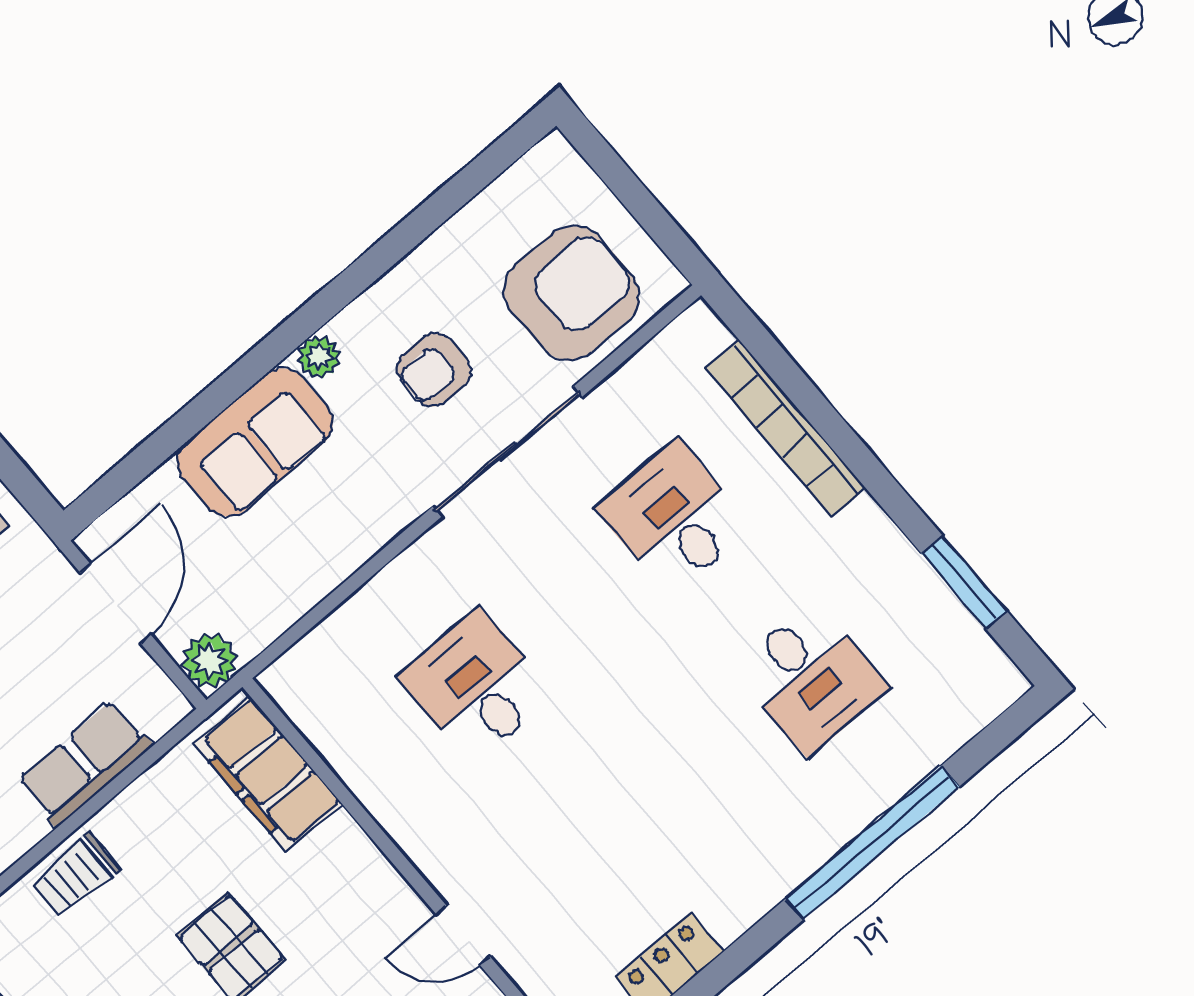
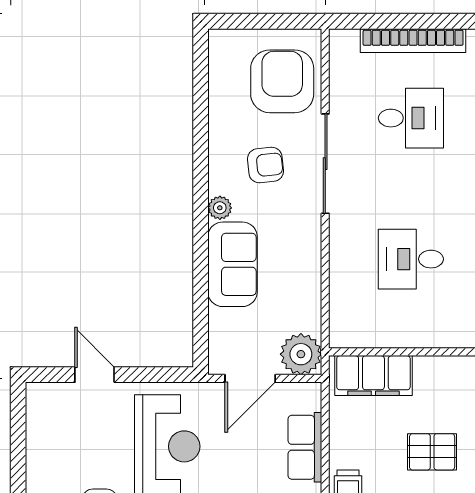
armchair: (434, 370) -> (265, 165), turned -96
desk: (674, 517) -> (411, 118), turned 180
door: (116, 604) -> (250, 378), swing flipped
plant: (210, 661) -> (301, 354), width x1.36, depth x1.36

